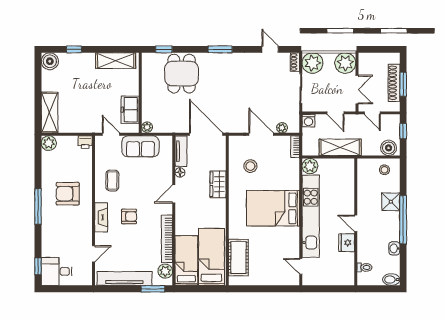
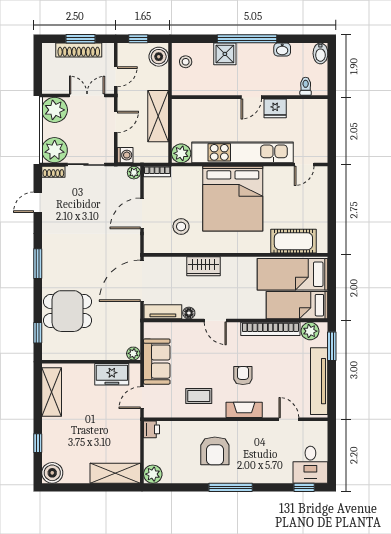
plant: (282, 128) -> (134, 173), moved
bed: (273, 208) -> (233, 199), width x1.36

